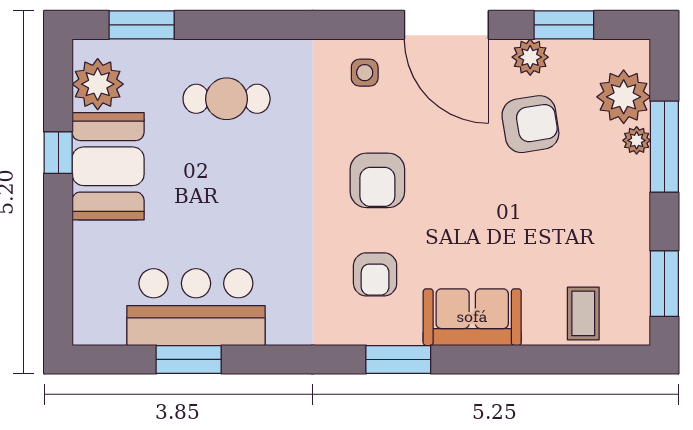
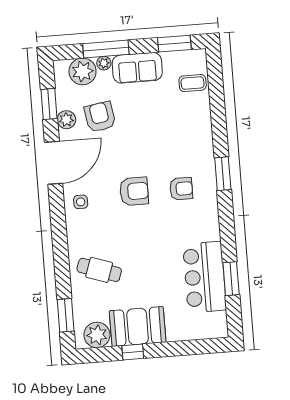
cafe table: (227, 99) -> (99, 270), turned -71
sofa: (472, 317) -> (137, 68), moved, turned -90

